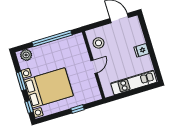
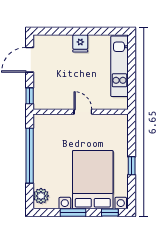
window: (94, 26) -> (30, 96), added
stool: (99, 43) -> (54, 97), removed
window: (78, 109) -> (132, 166), moved

